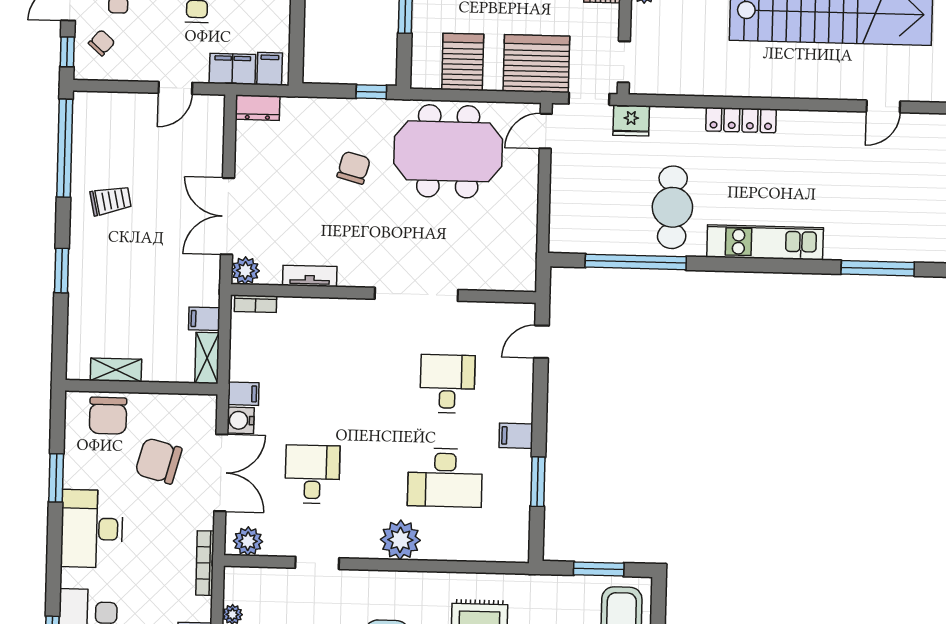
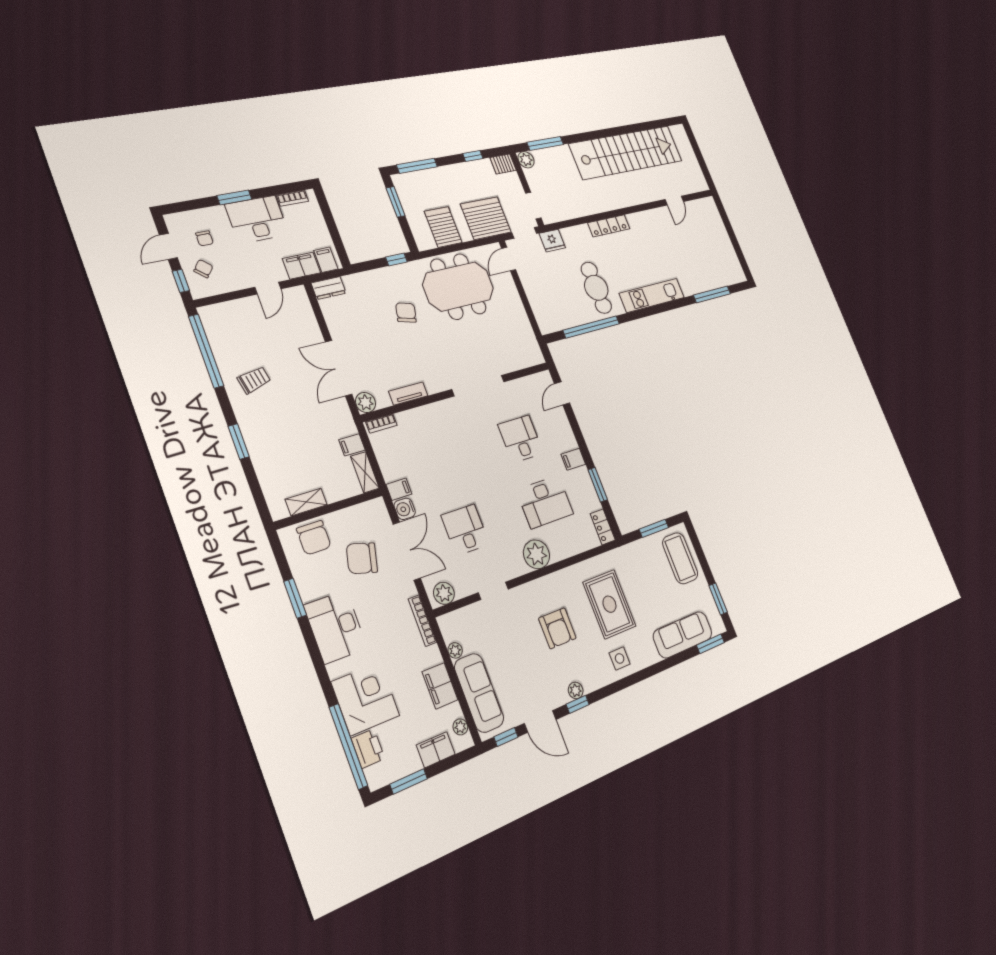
locker: (518, 539) -> (603, 527), added

